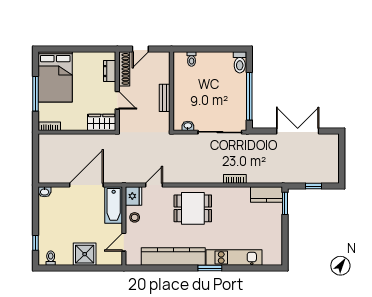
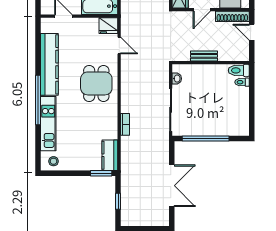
toilet: (240, 62) -> (239, 70), moved
stool: (135, 217) -> (54, 161), moved
window: (210, 268) -> (38, 100), width x2.11

